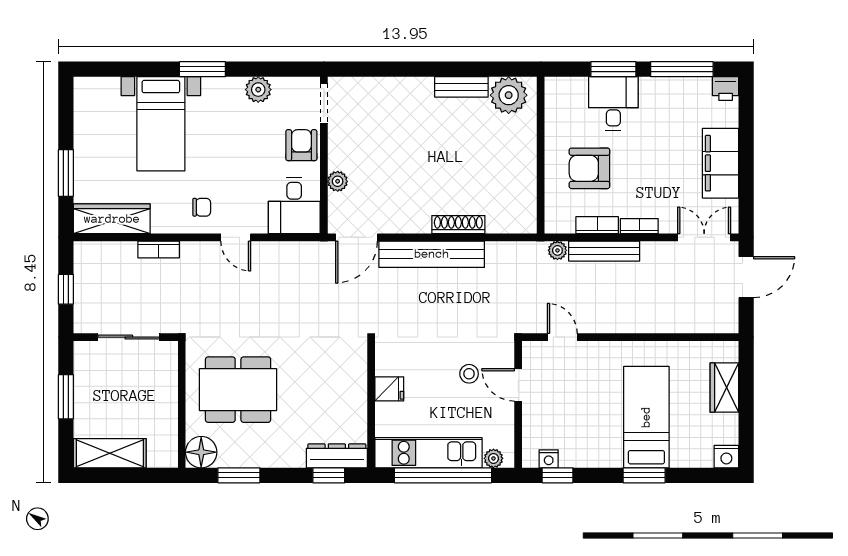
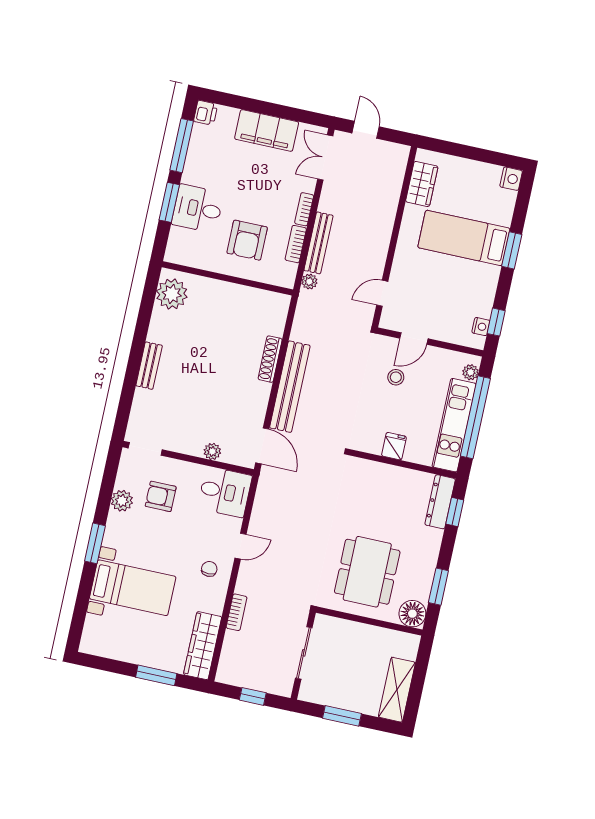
bench: (461, 87) -> (149, 366), moved
armchair: (301, 145) -> (161, 496), moved
door: (746, 277) -> (366, 130), width x0.73
wardrobe: (724, 388) -> (422, 184), moved, turned -90

